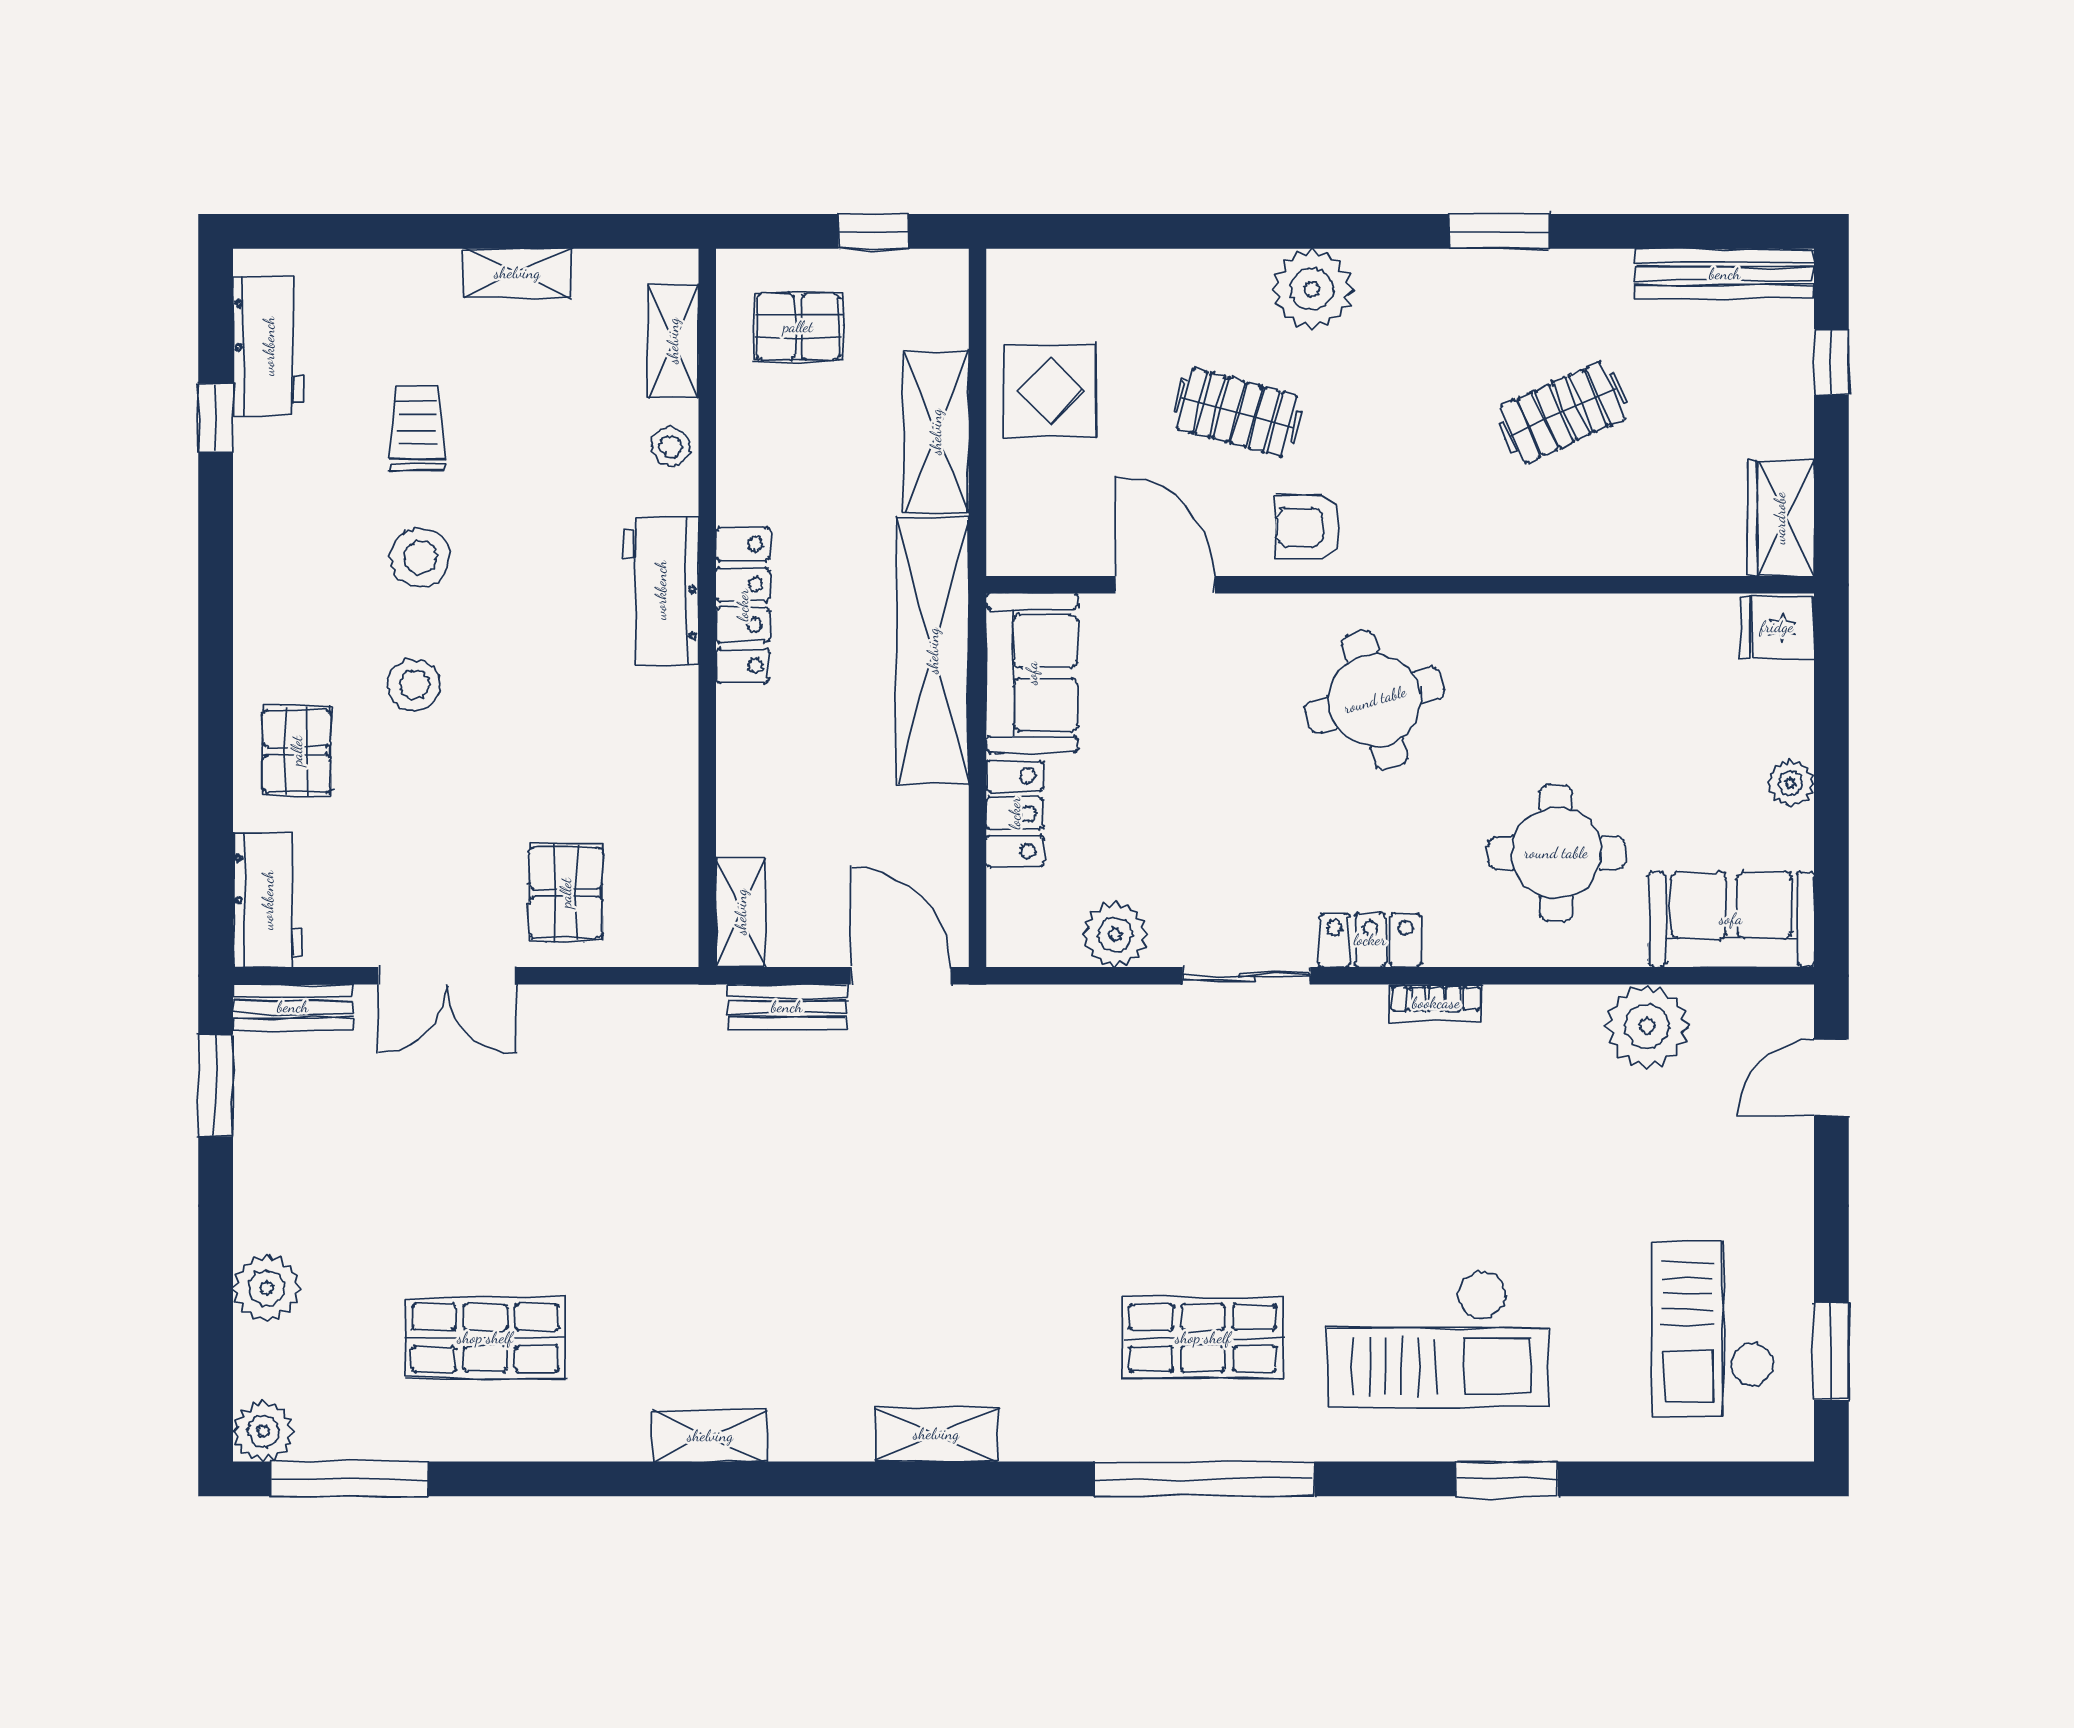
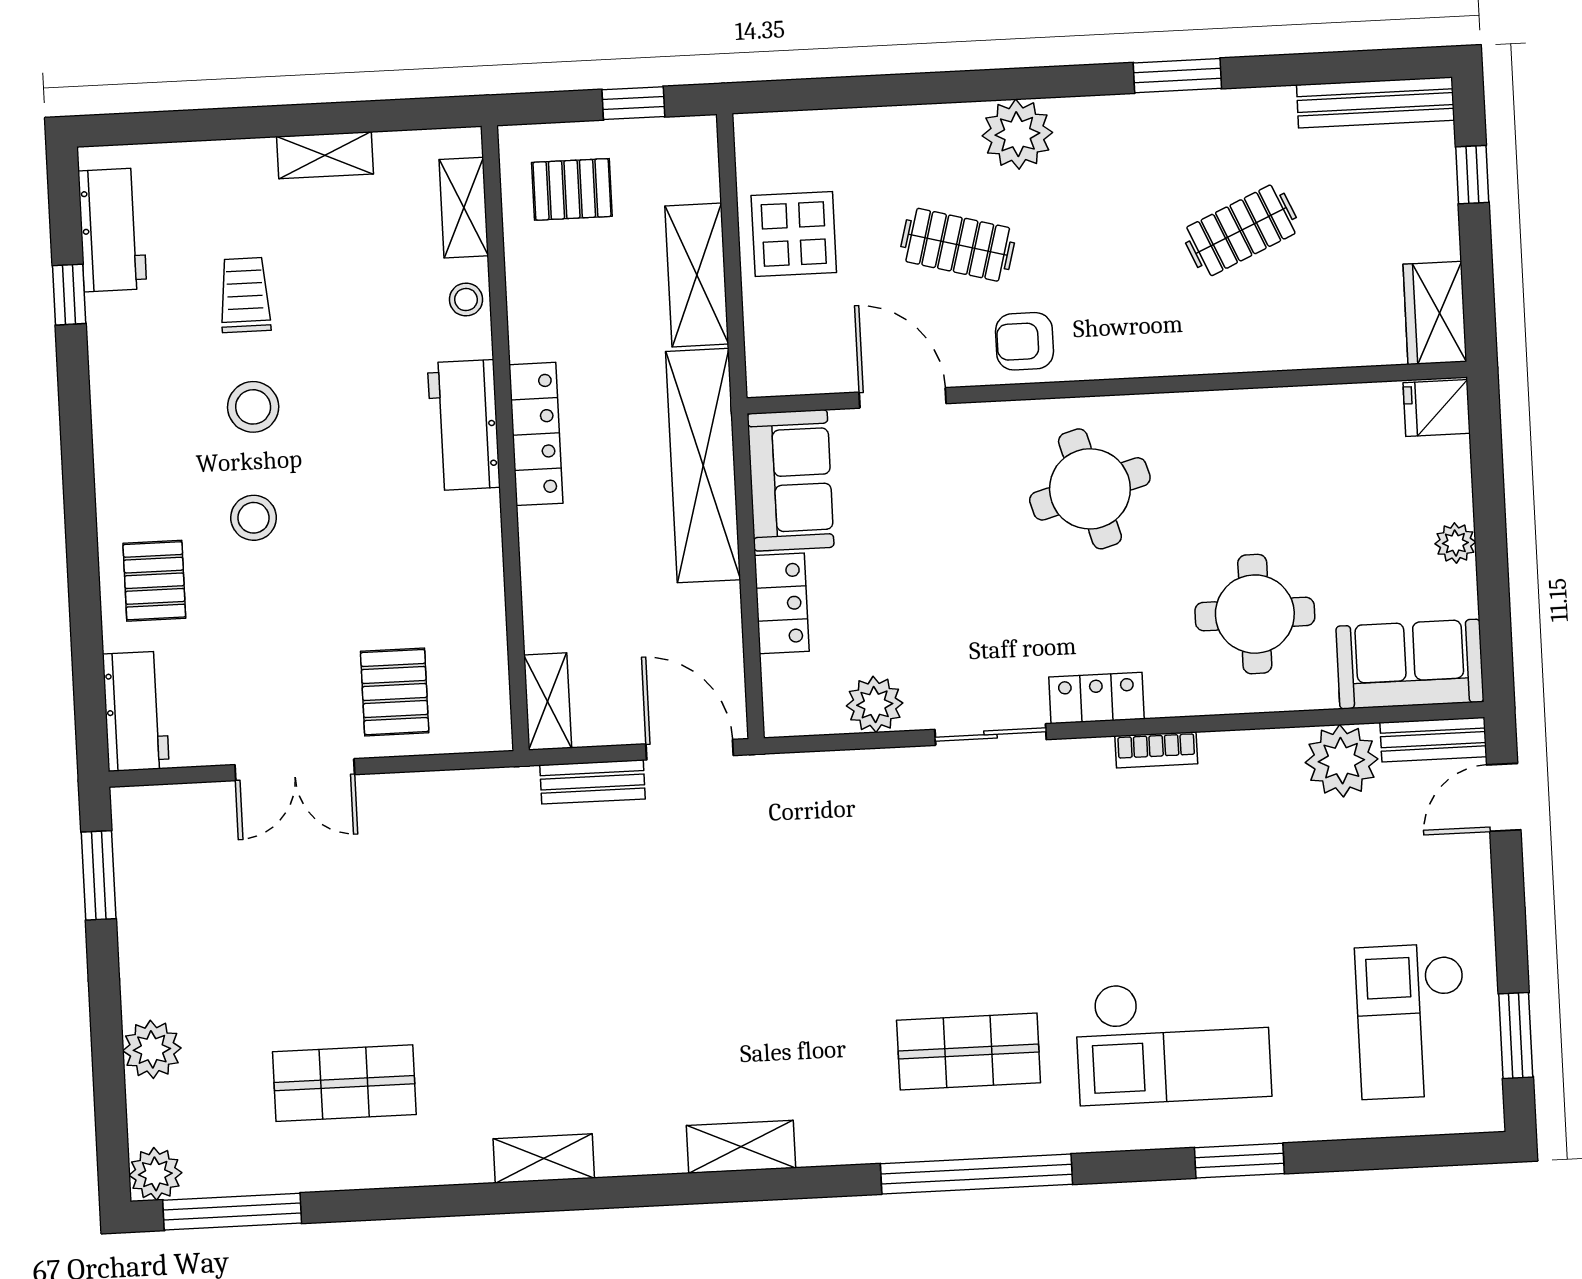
bench: (293, 1007) -> (1433, 740), moved

